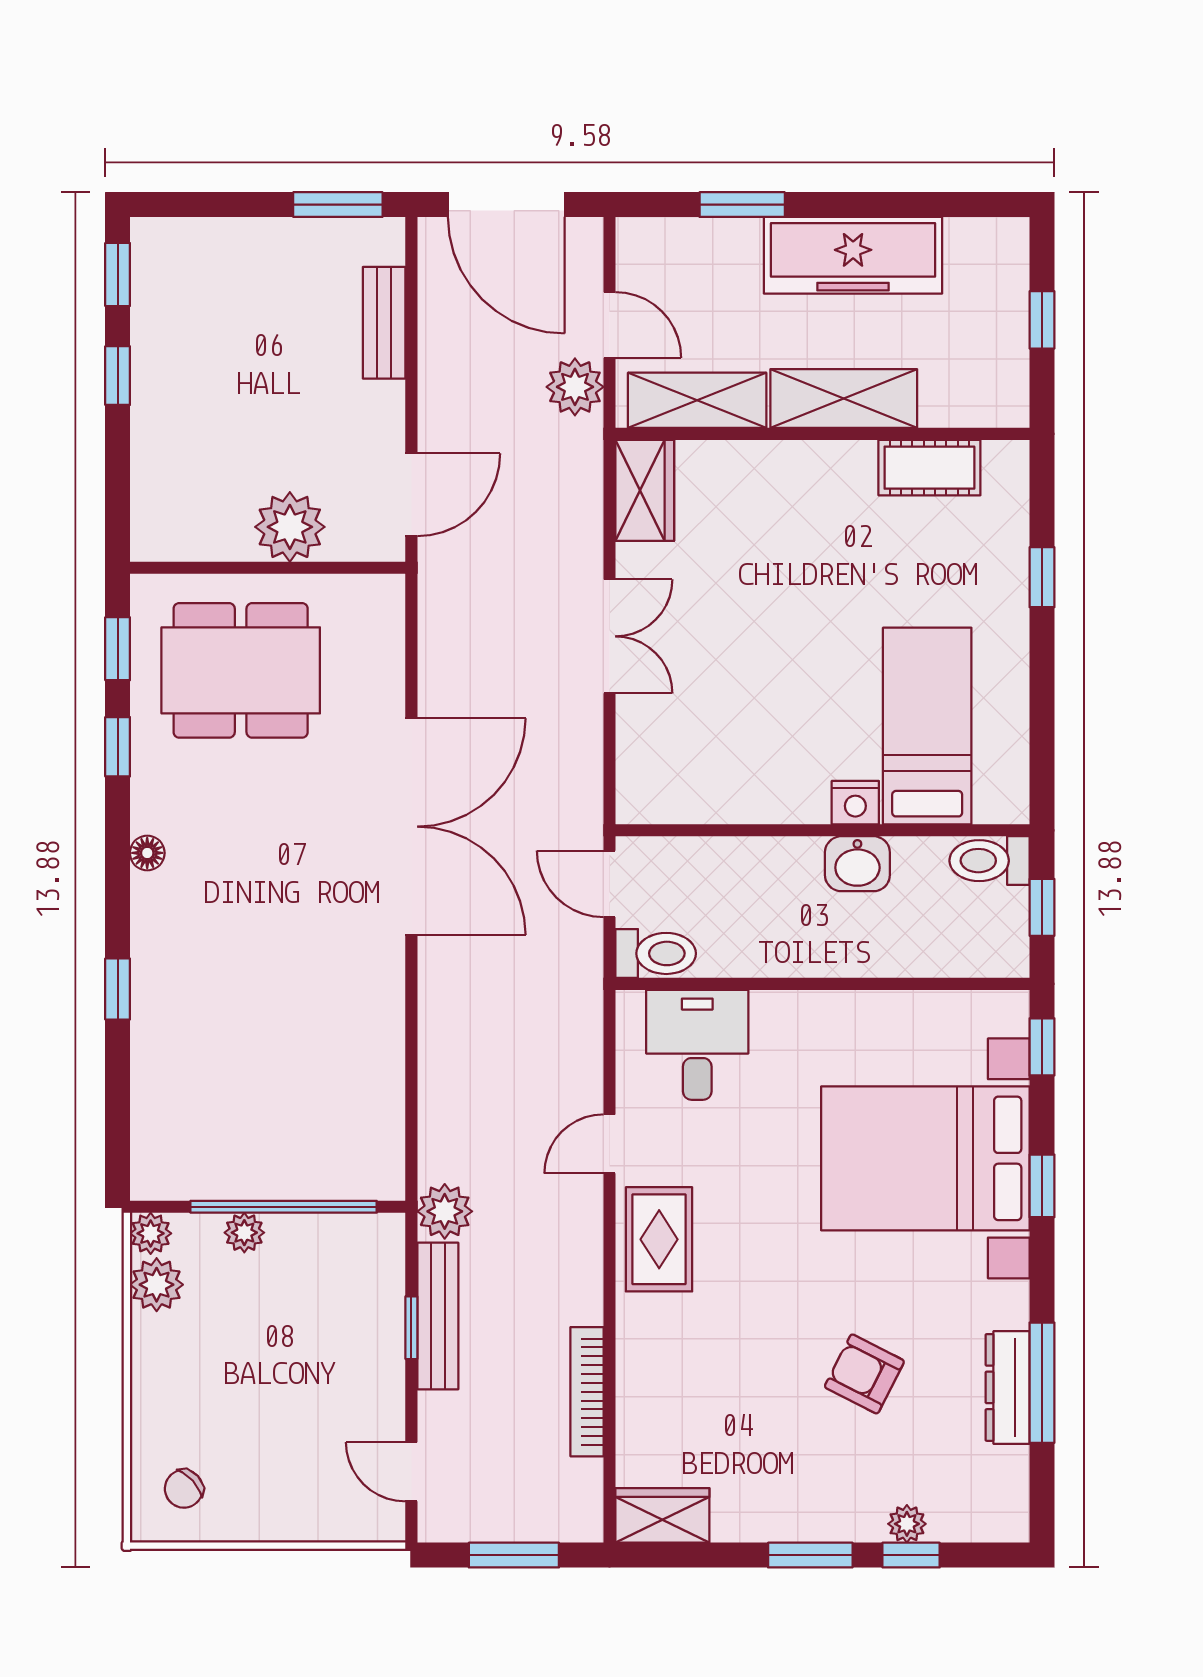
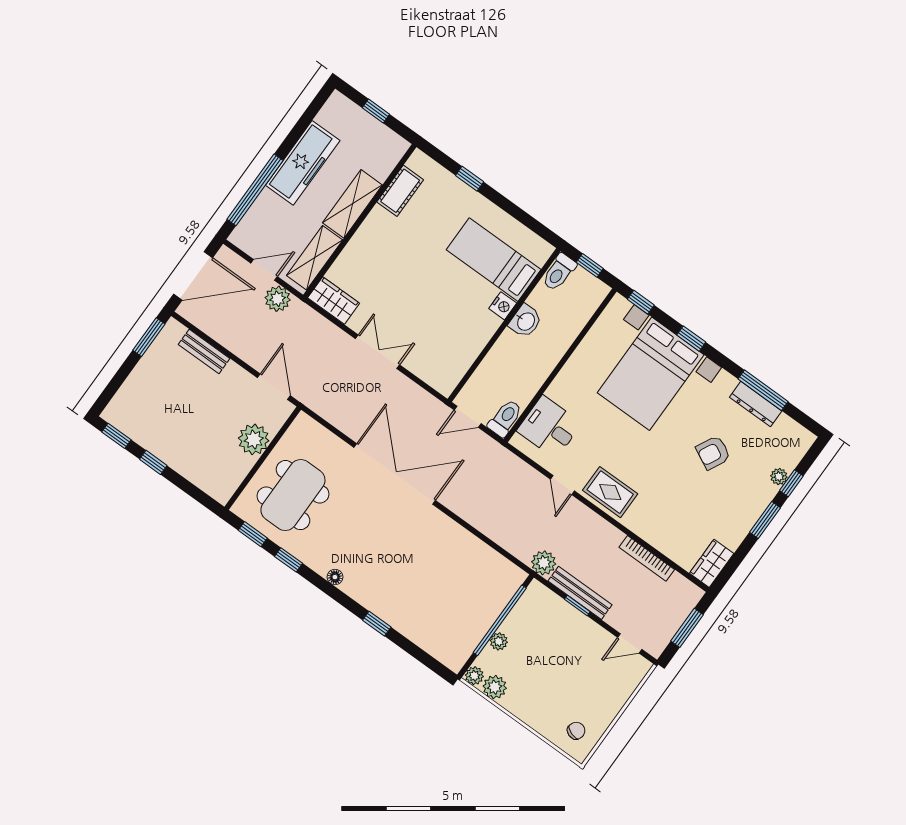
window: (742, 205) -> (255, 190), width x2.11
chair: (184, 1489) -> (576, 731), turned -119

